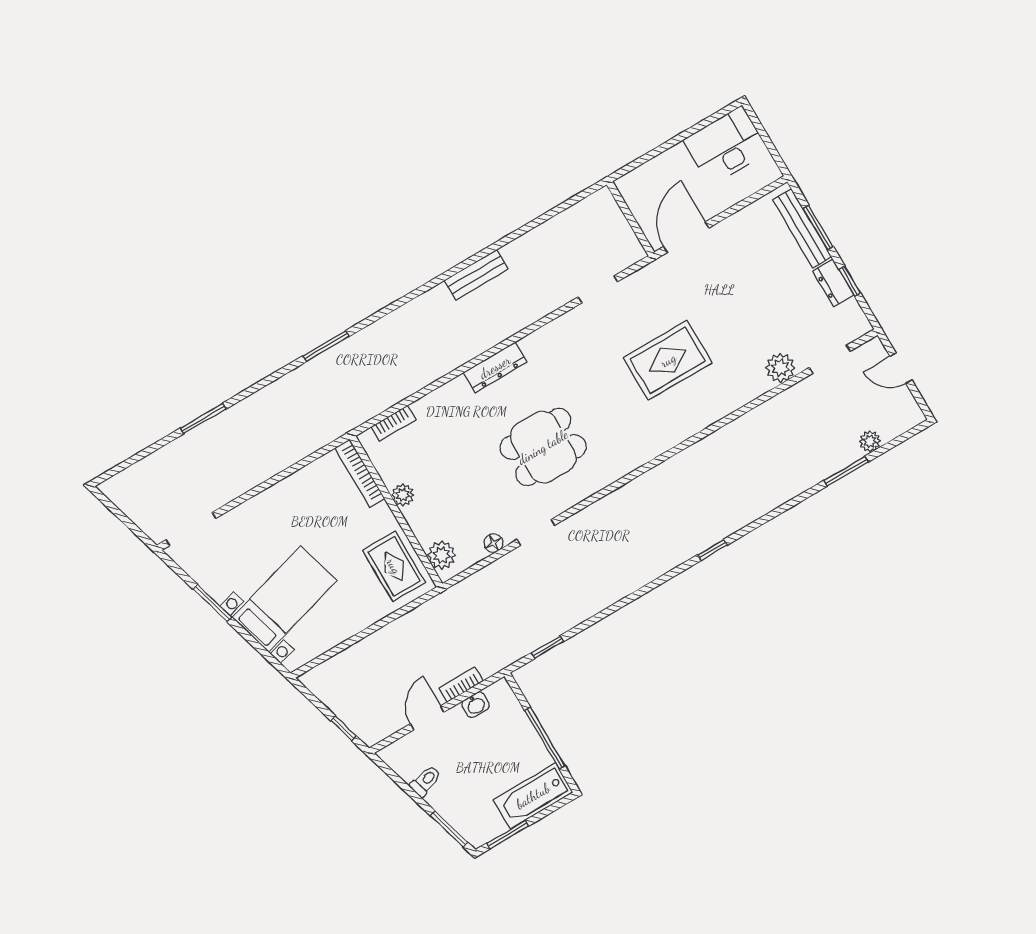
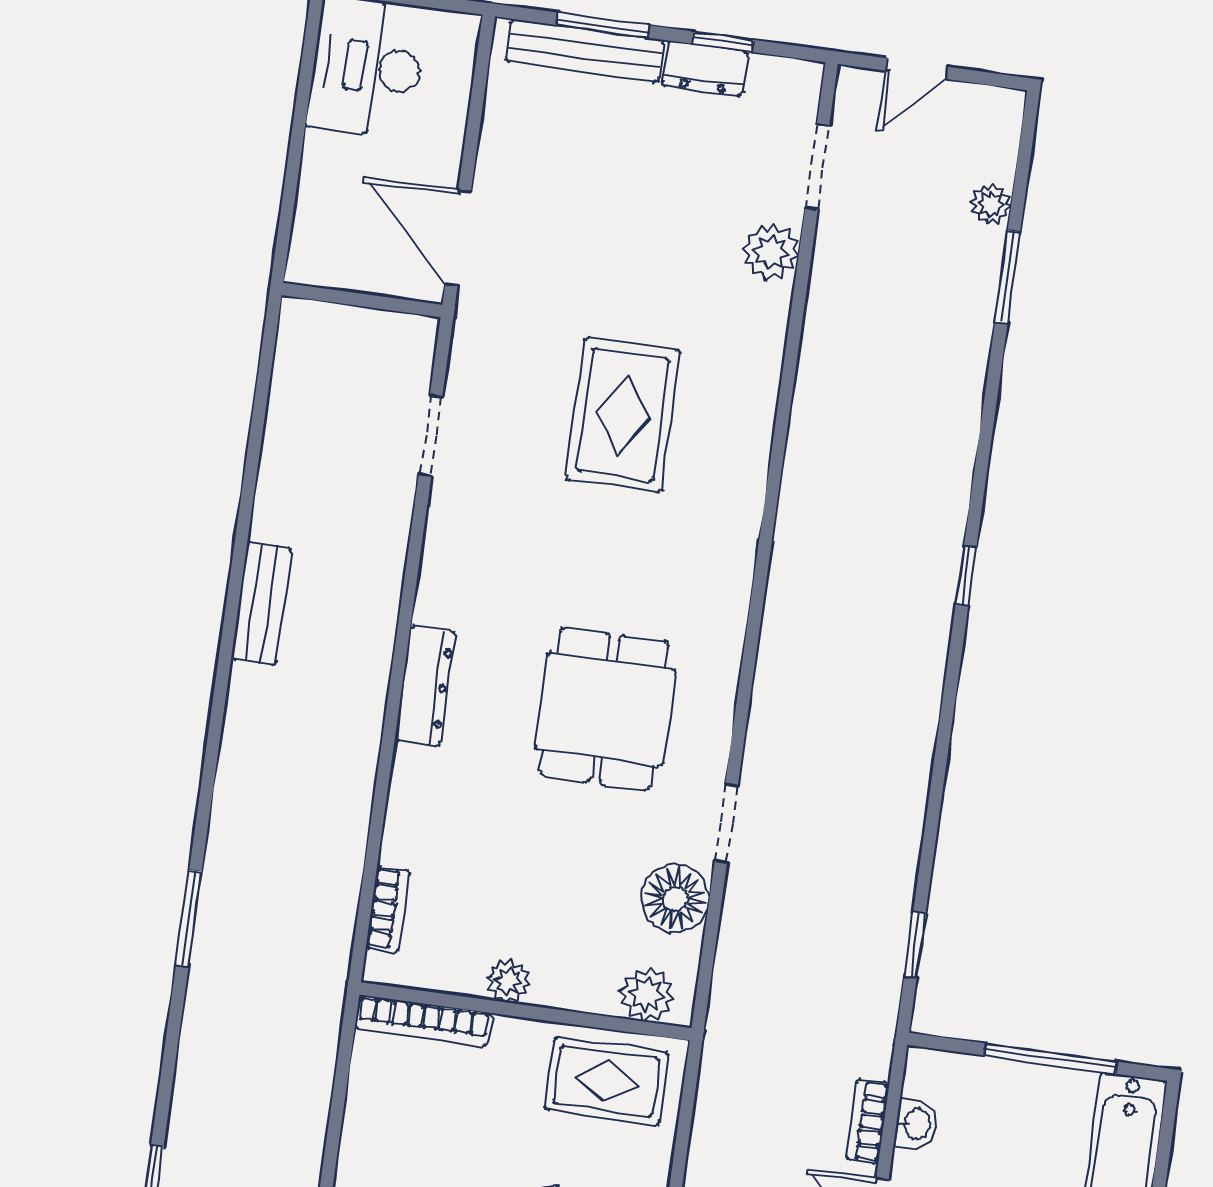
floor lamp: (493, 543) -> (675, 899), width x1.89, depth x1.89

